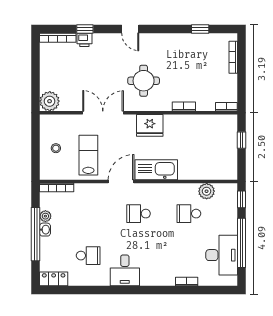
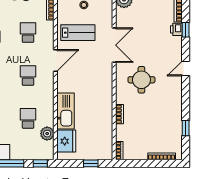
fridge: (150, 125) -> (66, 141), moved, turned 180
kitchen sink: (156, 170) -> (65, 111), moved
door: (121, 182) -> (55, 61), hinge flipped
school desk: (88, 214) -> (28, 33), added

